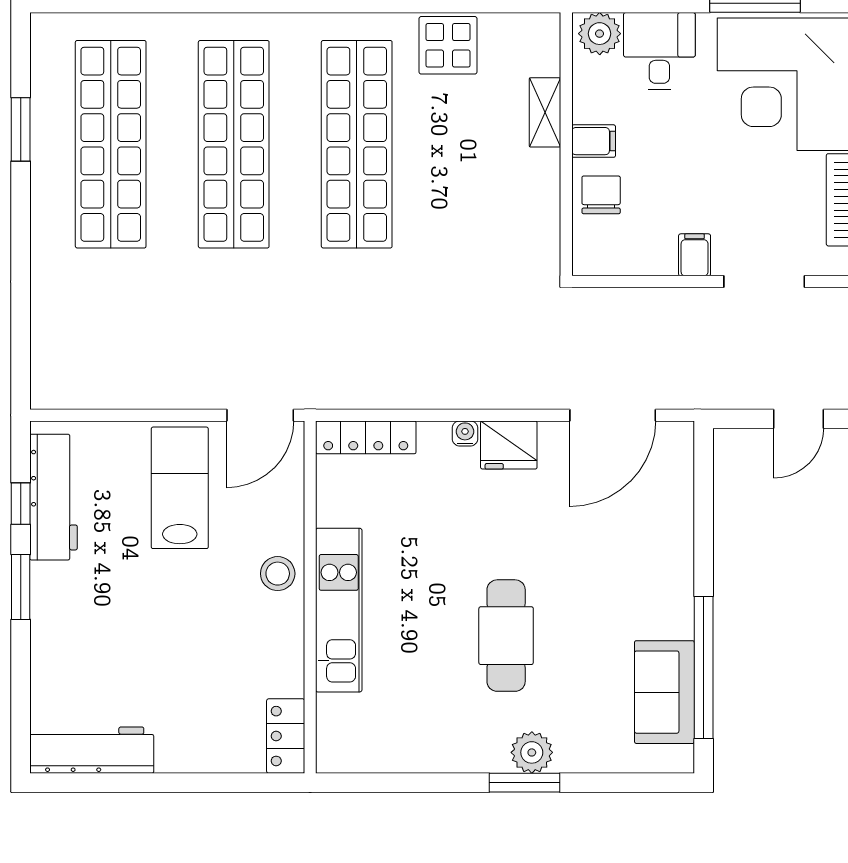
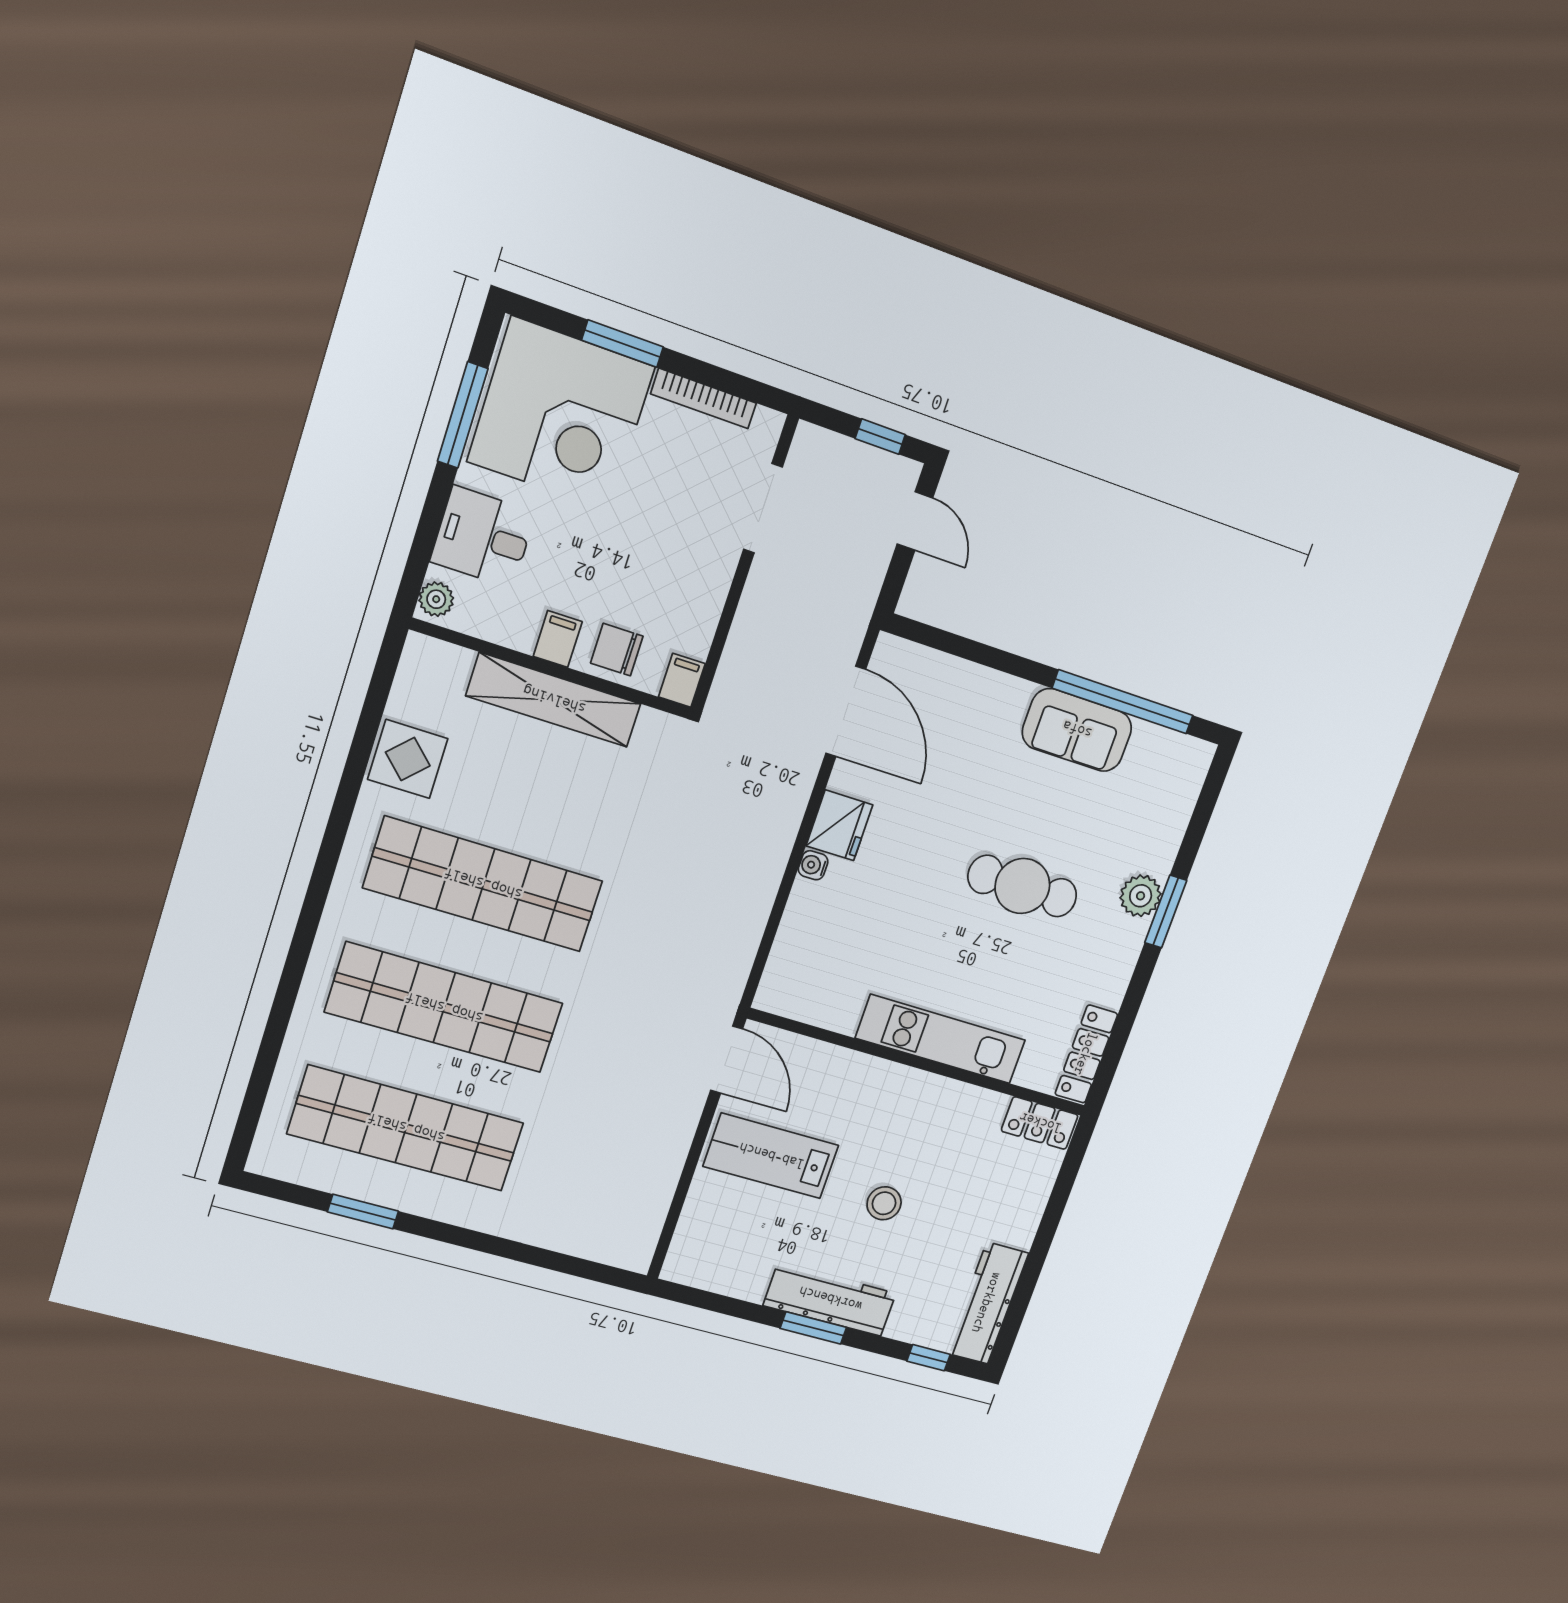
plant: (600, 34) -> (436, 599), width x0.73, depth x0.73
shelving: (545, 112) -> (554, 700), width x2.20, depth x1.33
filing cabinet: (695, 255) -> (682, 680), moved, turned 90
locker: (366, 437) -> (1086, 1054), moved, turned 180
workbench: (54, 497) -> (830, 1299), moved
window: (21, 504) -> (929, 1358), moved
stool: (278, 574) -> (884, 1203), moved
sofa: (664, 692) -> (1077, 730), moved

